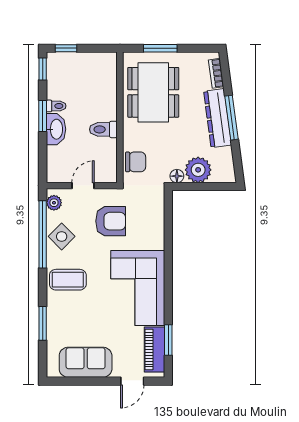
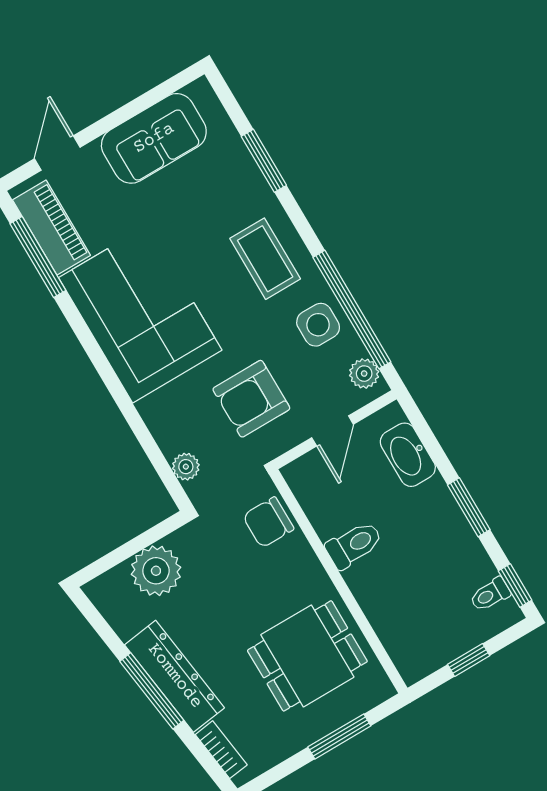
window: (66, 48) -> (469, 660), moved
dining table: (153, 92) -> (307, 656), width x0.73
toilet: (56, 106) -> (490, 595), moved
washbasin: (56, 129) -> (408, 455), moved
floor lamp: (177, 176) -> (185, 539), removed
plant: (158, 208) -> (186, 467), added
side table: (62, 236) -> (318, 325), turned 45
coffee table: (68, 280) -> (265, 259), turned 90
window: (168, 340) -> (38, 257), width x1.44

